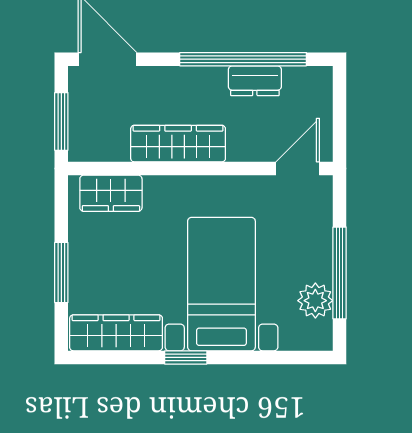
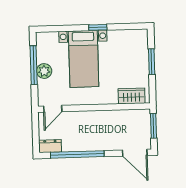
dresser: (255, 81) -> (50, 146), moved
wardrobe: (178, 144) -> (104, 118), removed
plant: (315, 301) -> (44, 71), moved
wardrobe: (116, 333) -> (128, 37), removed

